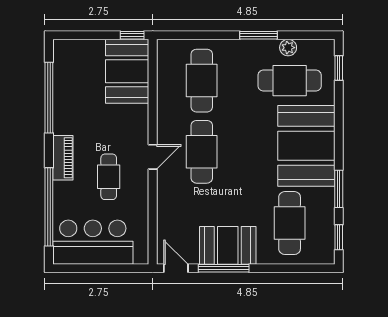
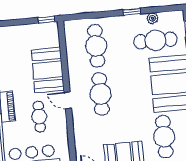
window: (258, 35) -> (132, 12), width x0.67
booth: (127, 71) -> (48, 70), moved
door: (153, 157) -> (68, 100), swing flipped

